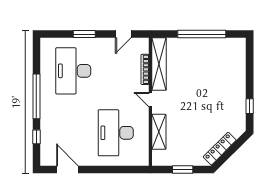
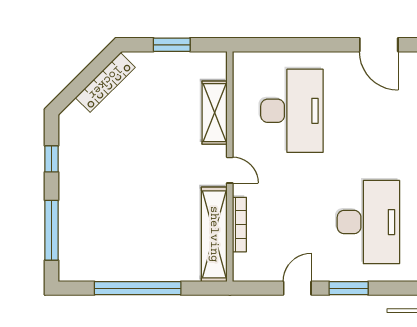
door: (123, 34) -> (297, 288), moved
window: (250, 66) -> (52, 230), added

